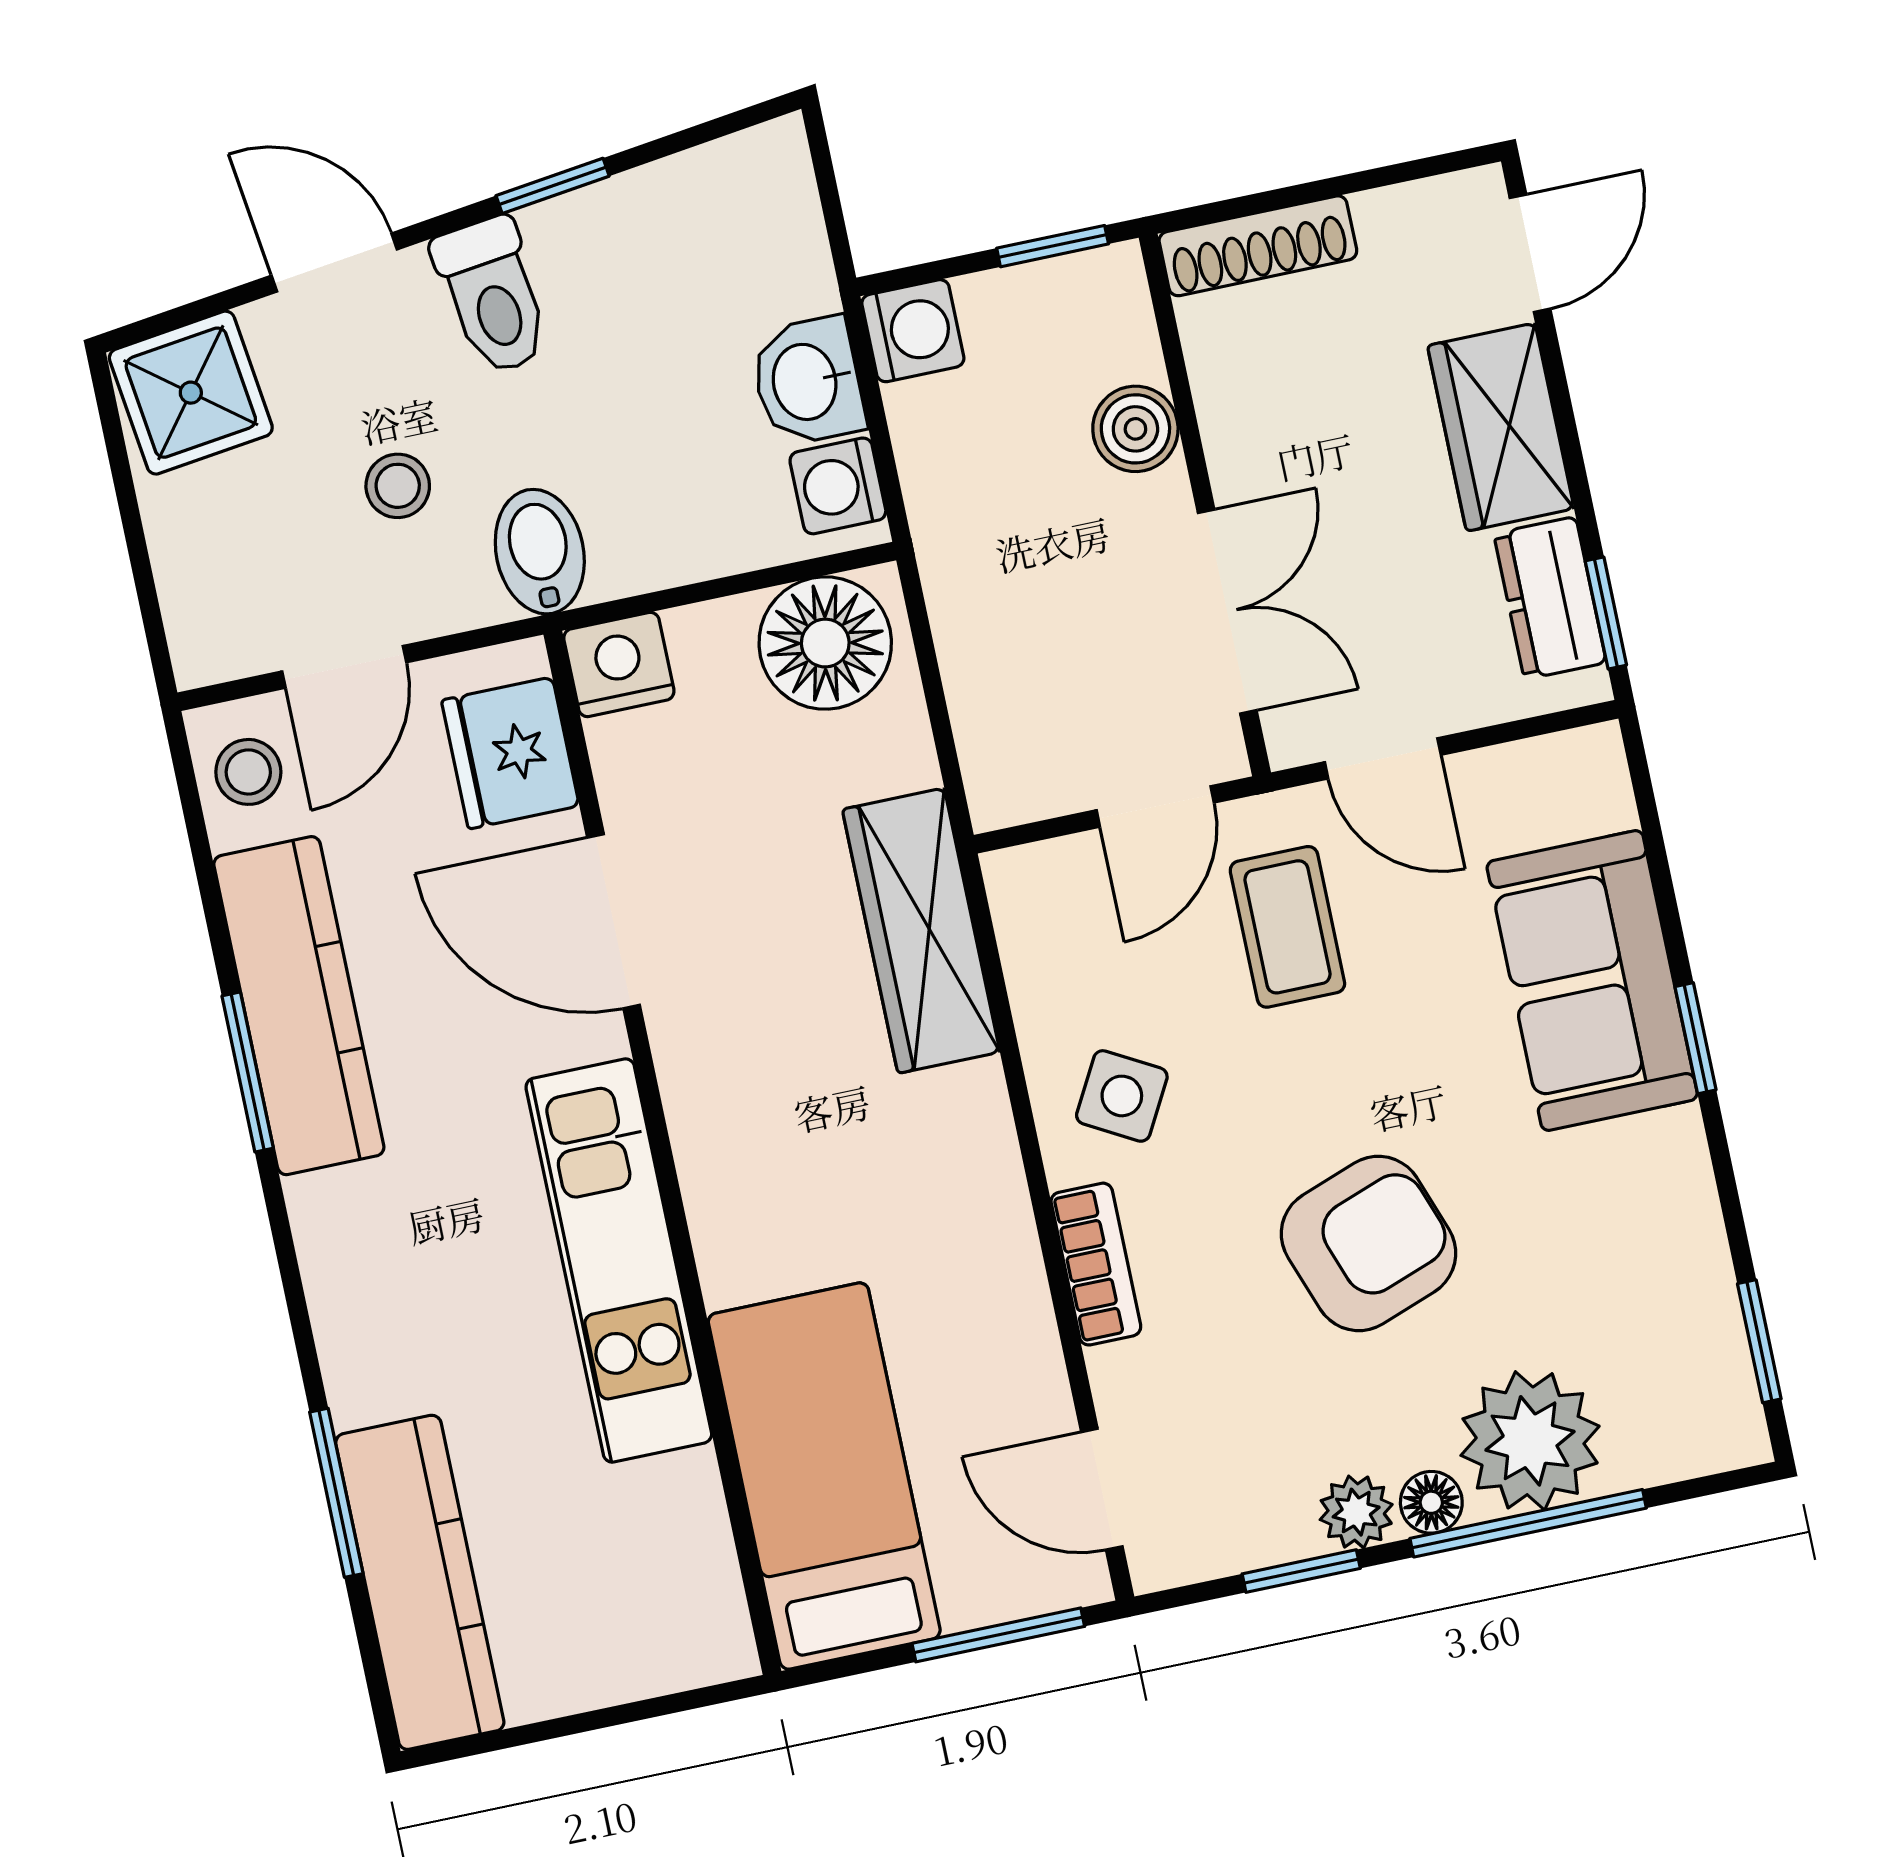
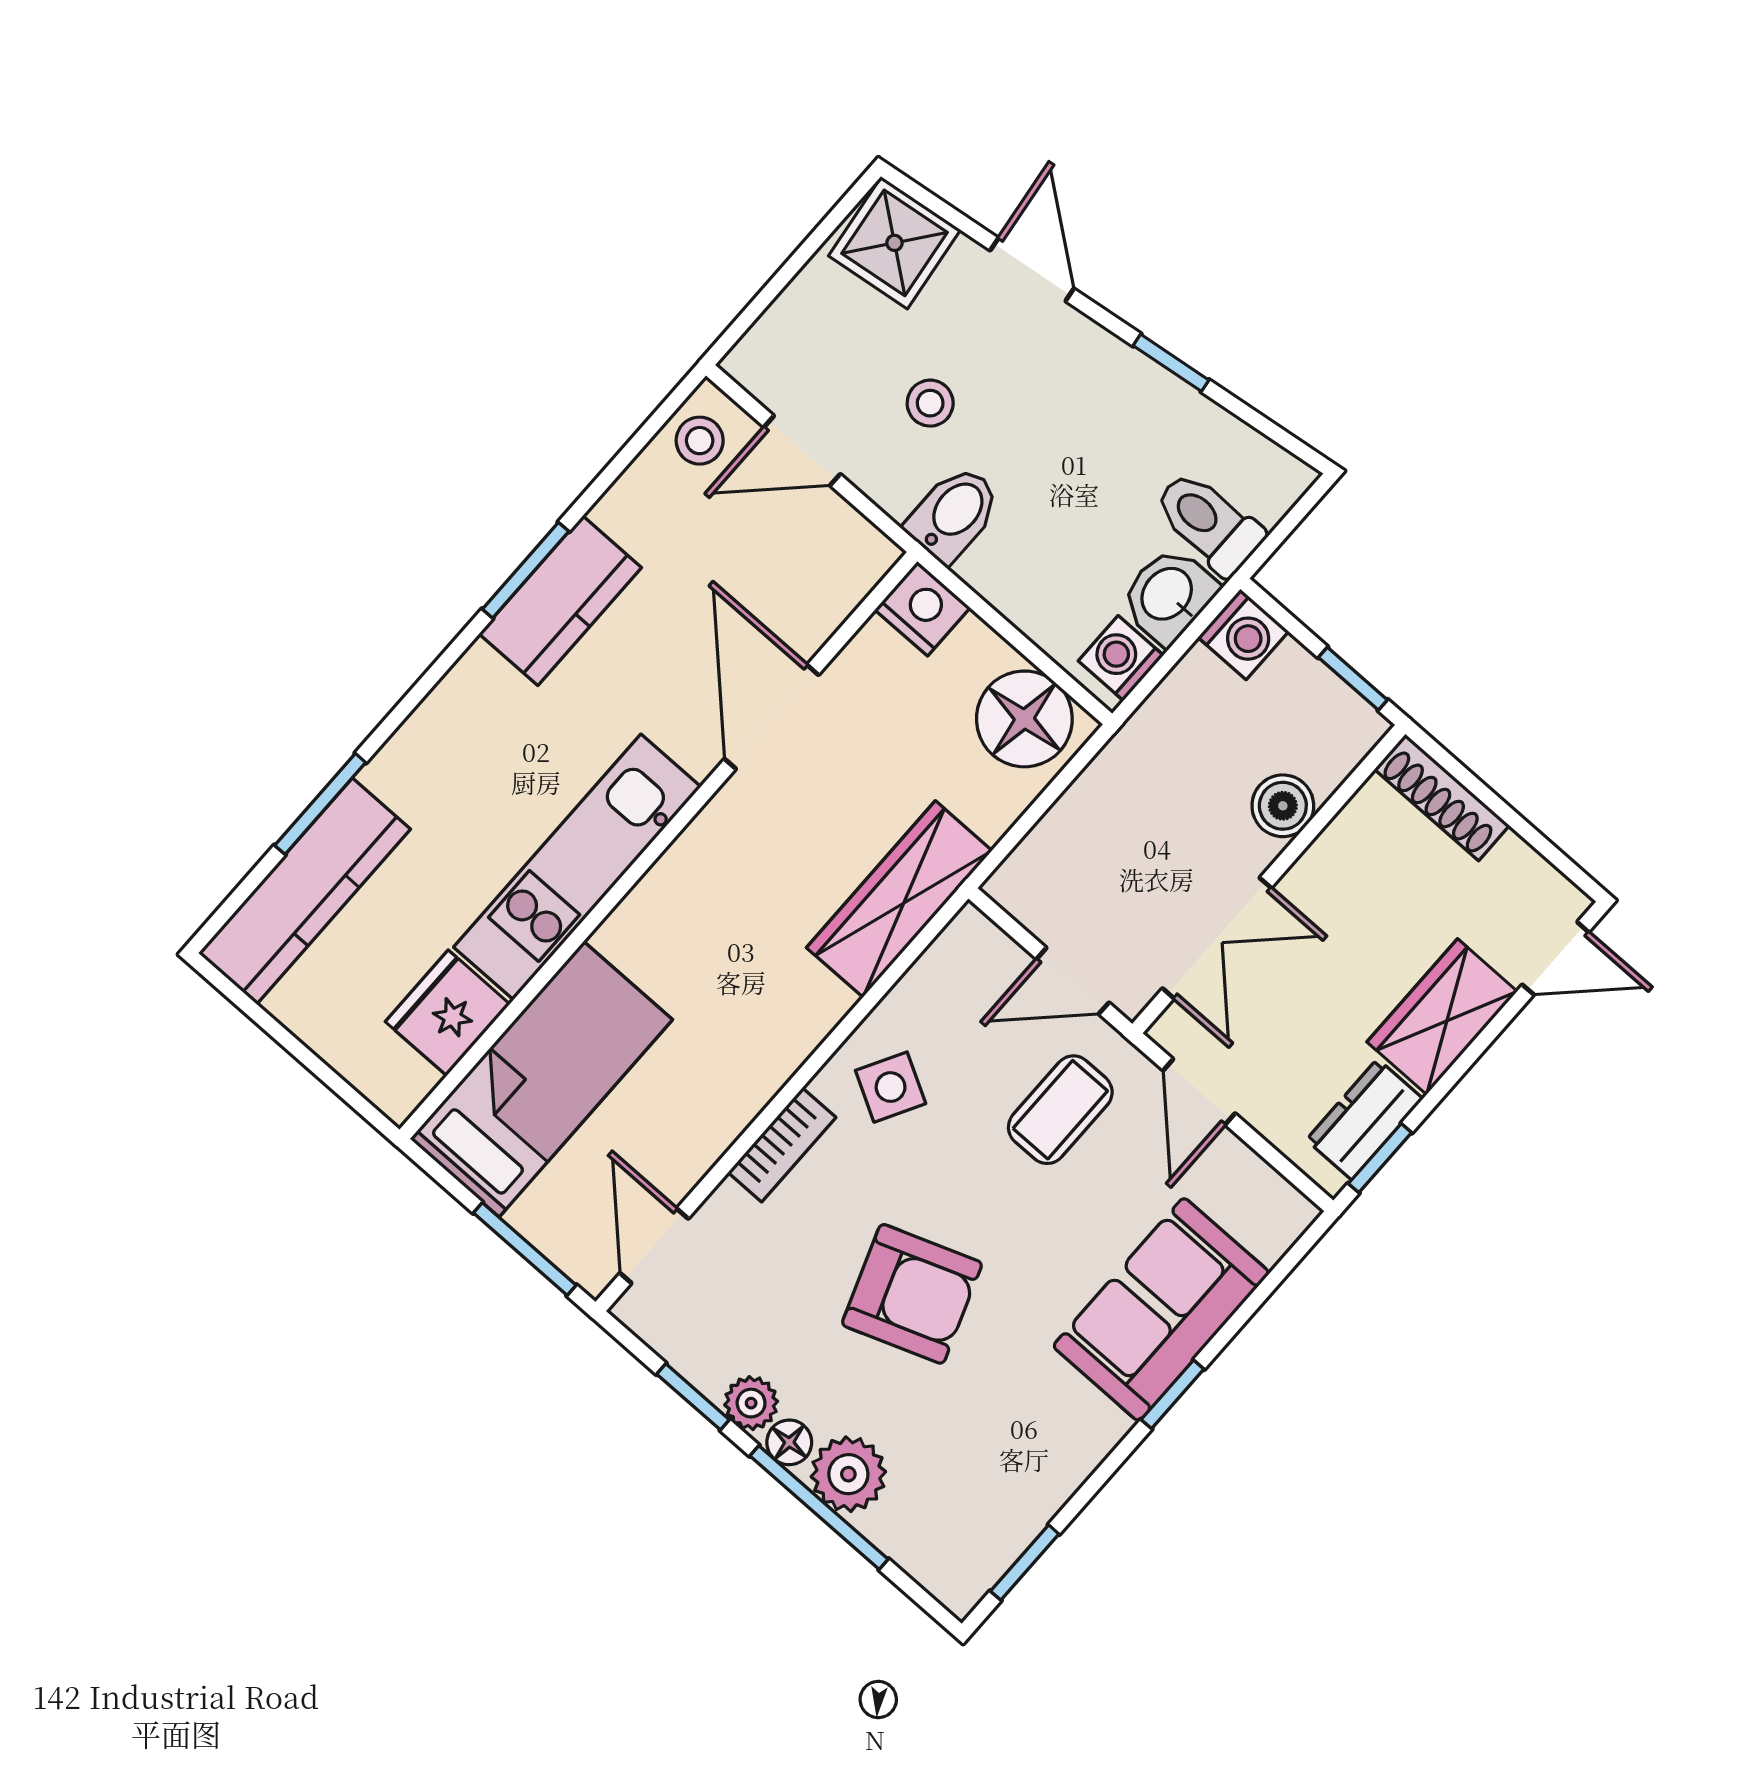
toilet: (493, 296) -> (1209, 523), moved, turned 97
fridge: (510, 753) -> (448, 1013), moved
kitchen counter: (299, 1006) -> (560, 601), width x0.67
plant: (1530, 1441) -> (848, 1474), width x0.73, depth x0.73

